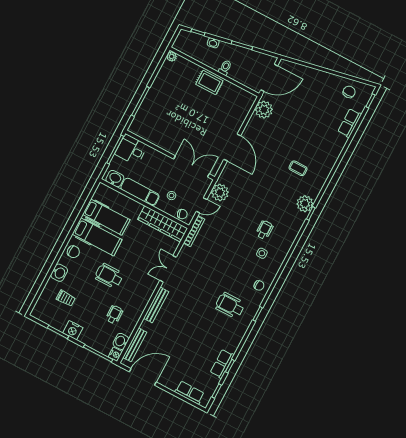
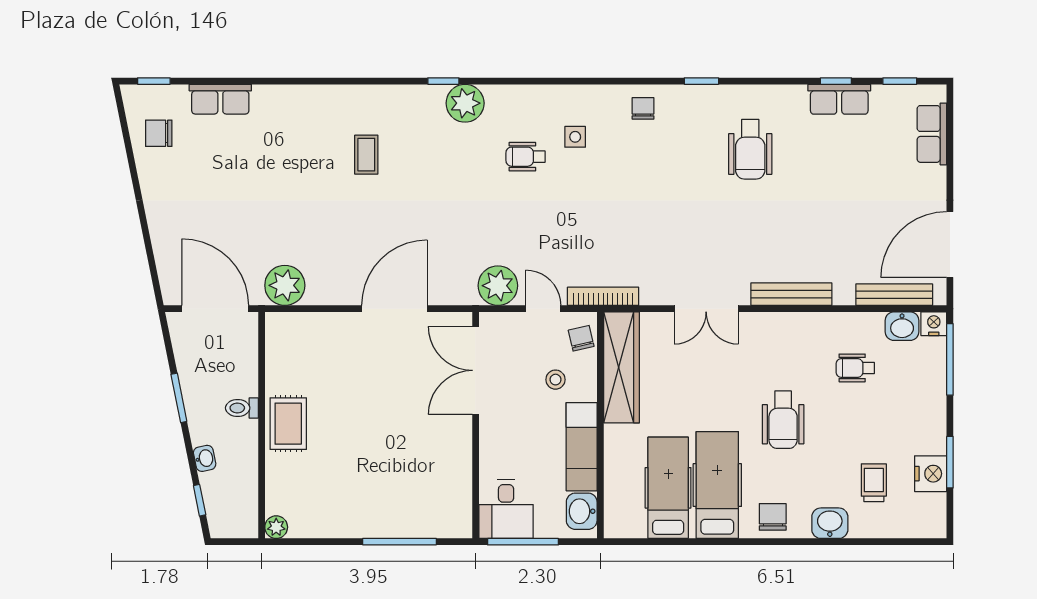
plant: (305, 204) -> (465, 103), moved
wheelchair: (230, 305) -> (750, 149), moved
nightstand: (73, 330) -> (931, 474), moved
door: (143, 377) -> (950, 244), hinge flipped

